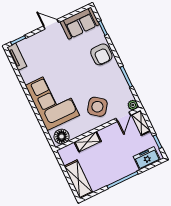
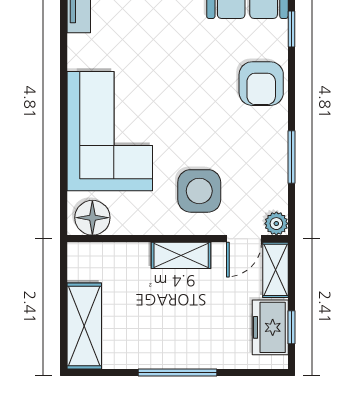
side table: (97, 107) -> (199, 191), turned -37
shelving: (88, 142) -> (181, 255), moved
freezer: (147, 158) -> (270, 327), moved, turned -90

